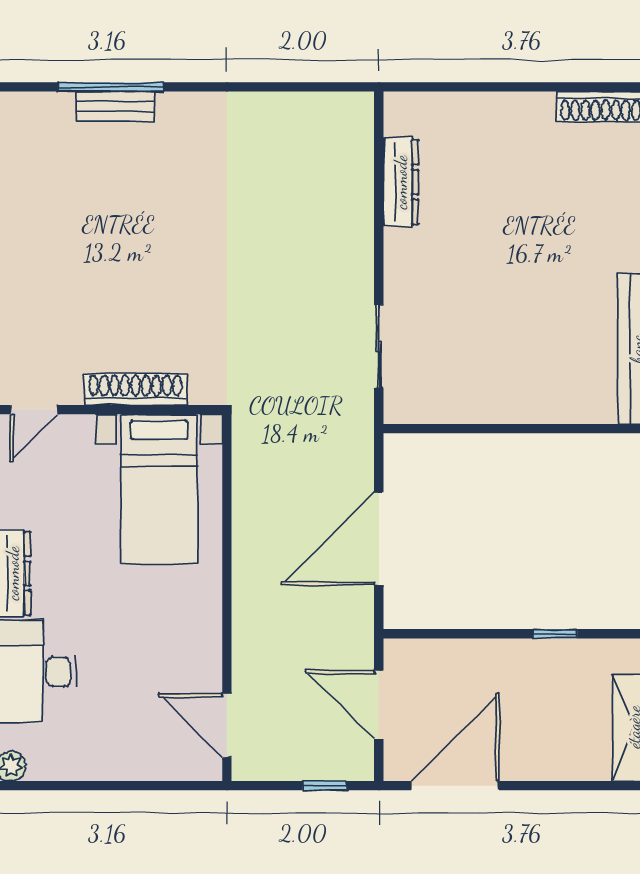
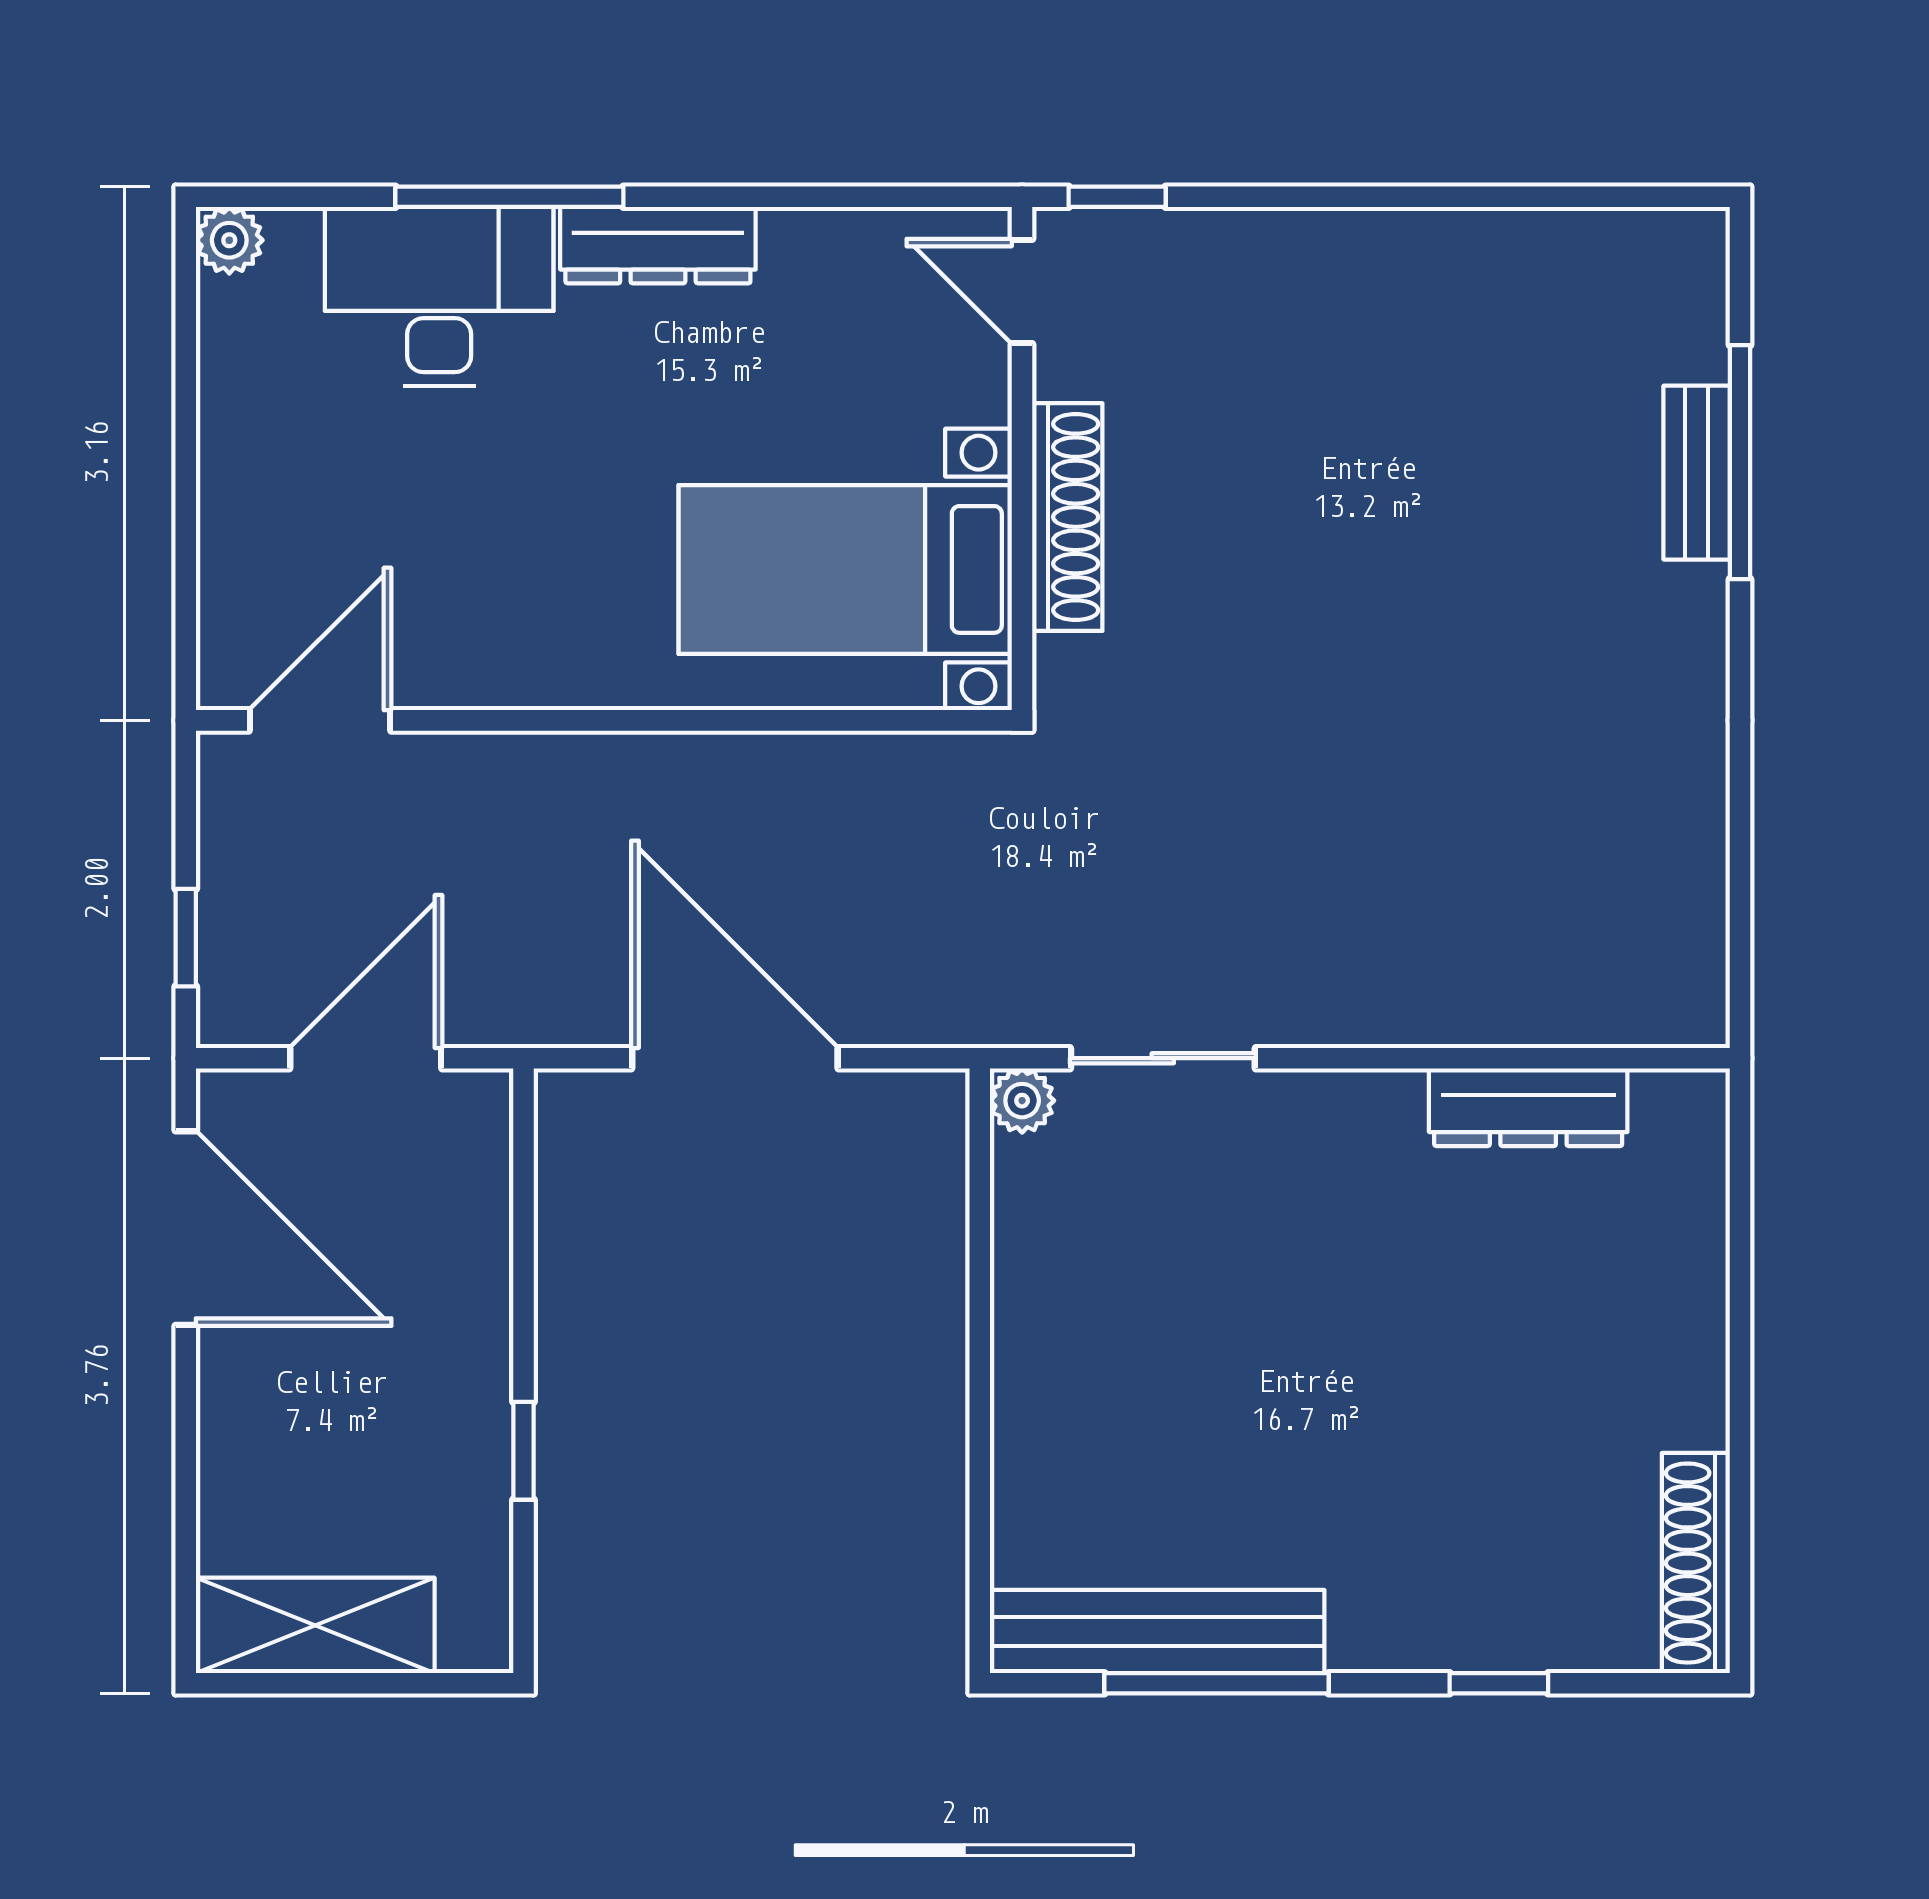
plant: (398, 410) -> (1022, 1101), added

